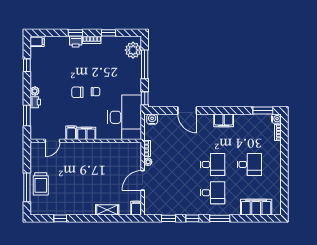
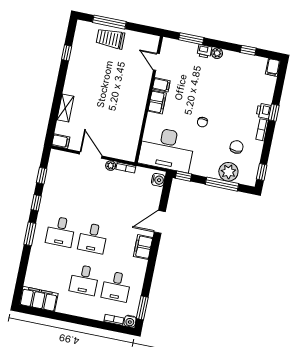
window: (108, 33) -> (262, 172), moved
plant: (133, 50) -> (228, 172), moved
chair: (77, 92) -> (237, 147), moved
filing cabinet: (224, 120) -> (143, 247), moved
desk: (249, 136) -> (116, 286), added
filing cabinet: (256, 207) -> (39, 299), moved, turned -90

